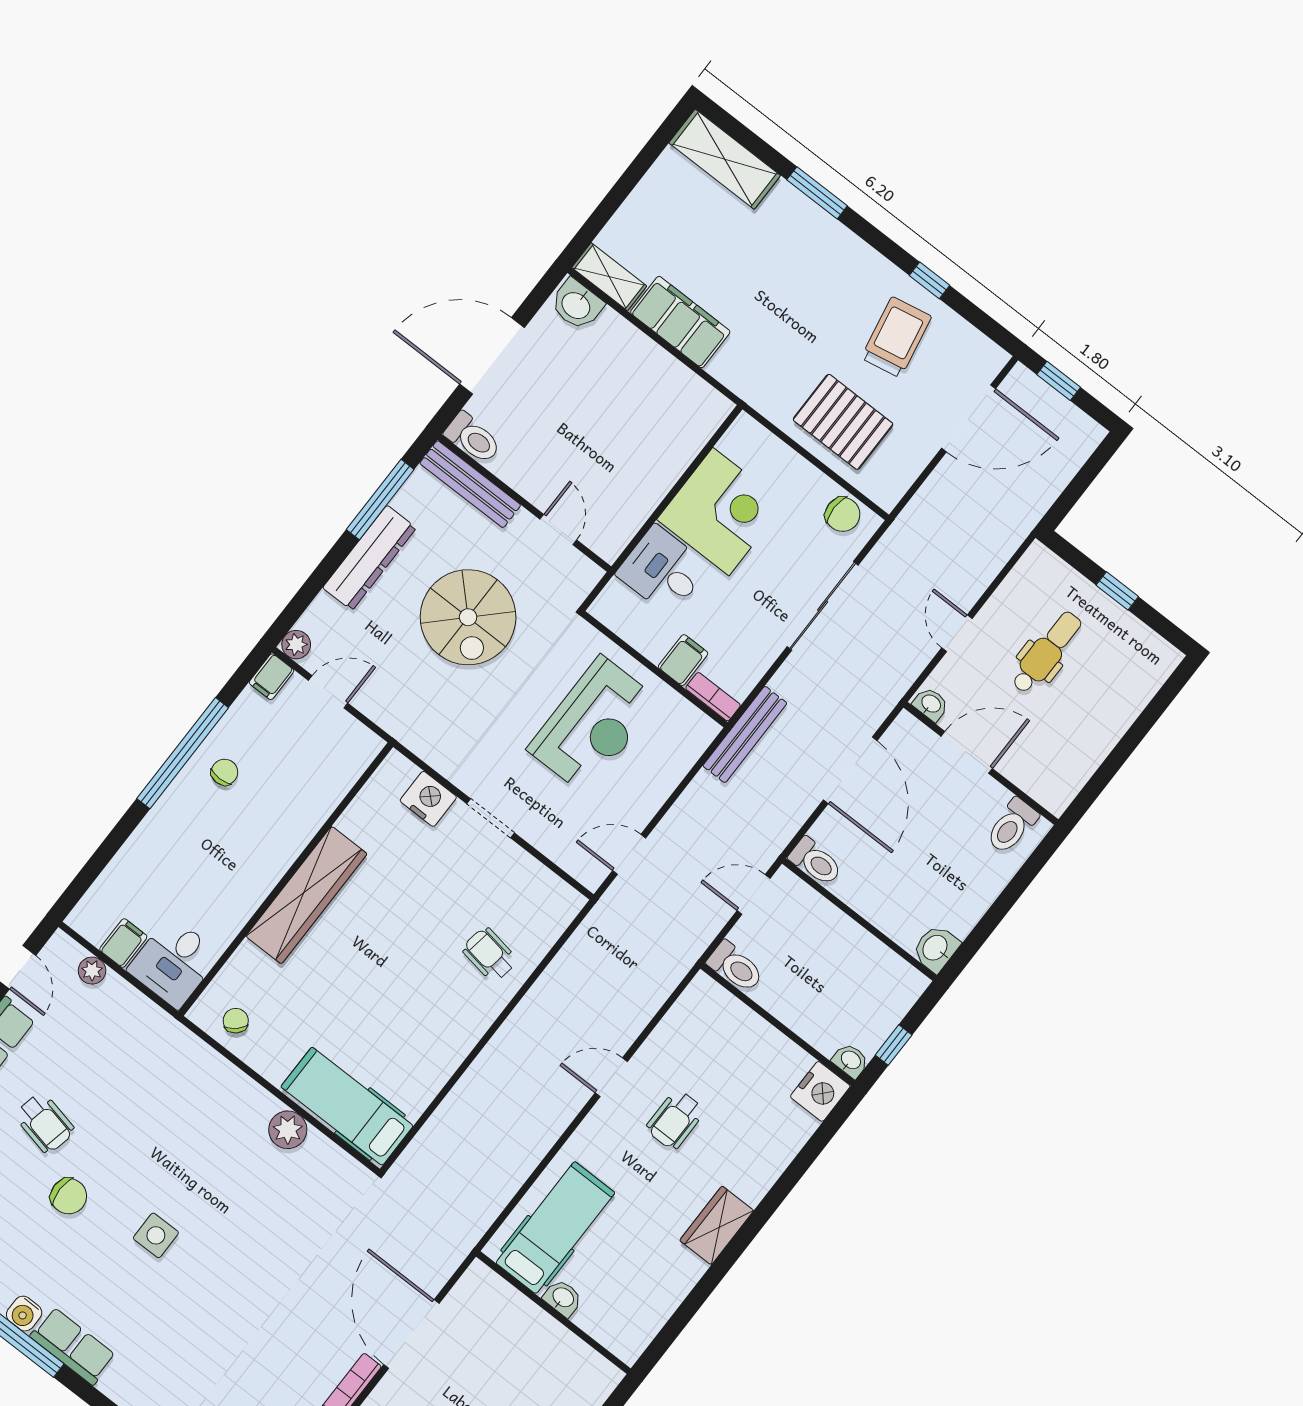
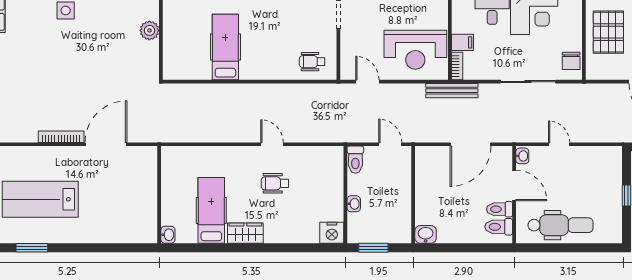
door: (957, 633) -> (559, 144), hinge flipped
dental chair: (1047, 652) -> (561, 225), moved, width x1.36, depth x1.38
reception desk: (593, 725) -> (415, 50), moved
toilet: (816, 862) -> (500, 209), moved, turned 90
wheelchair: (490, 955) -> (312, 62), moved, turned -99
window: (894, 1045) -> (373, 248), width x1.50
washbasin: (850, 1060) -> (354, 204), moved
hospital bed: (347, 1106) -> (225, 47), moved
hospital bed: (555, 1228) -> (211, 210), moved, turned -90
washbasin: (563, 1298) -> (168, 235), moved

